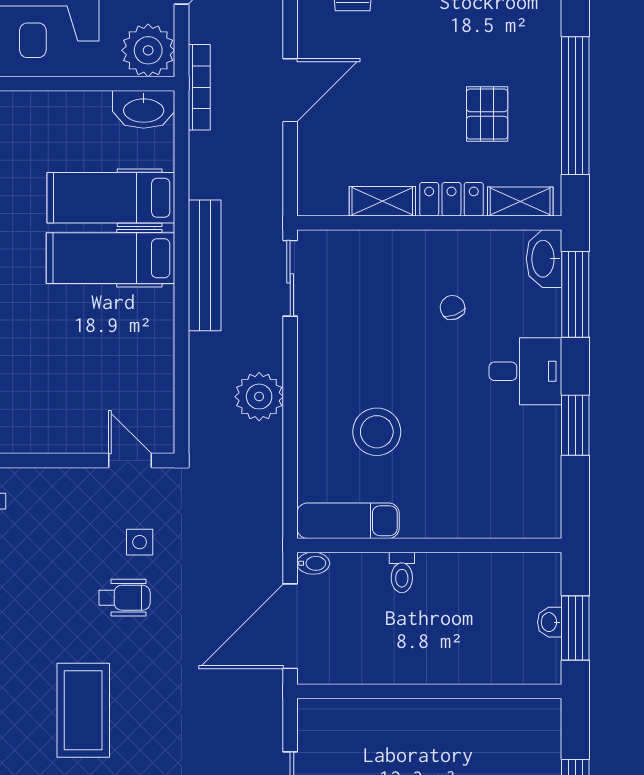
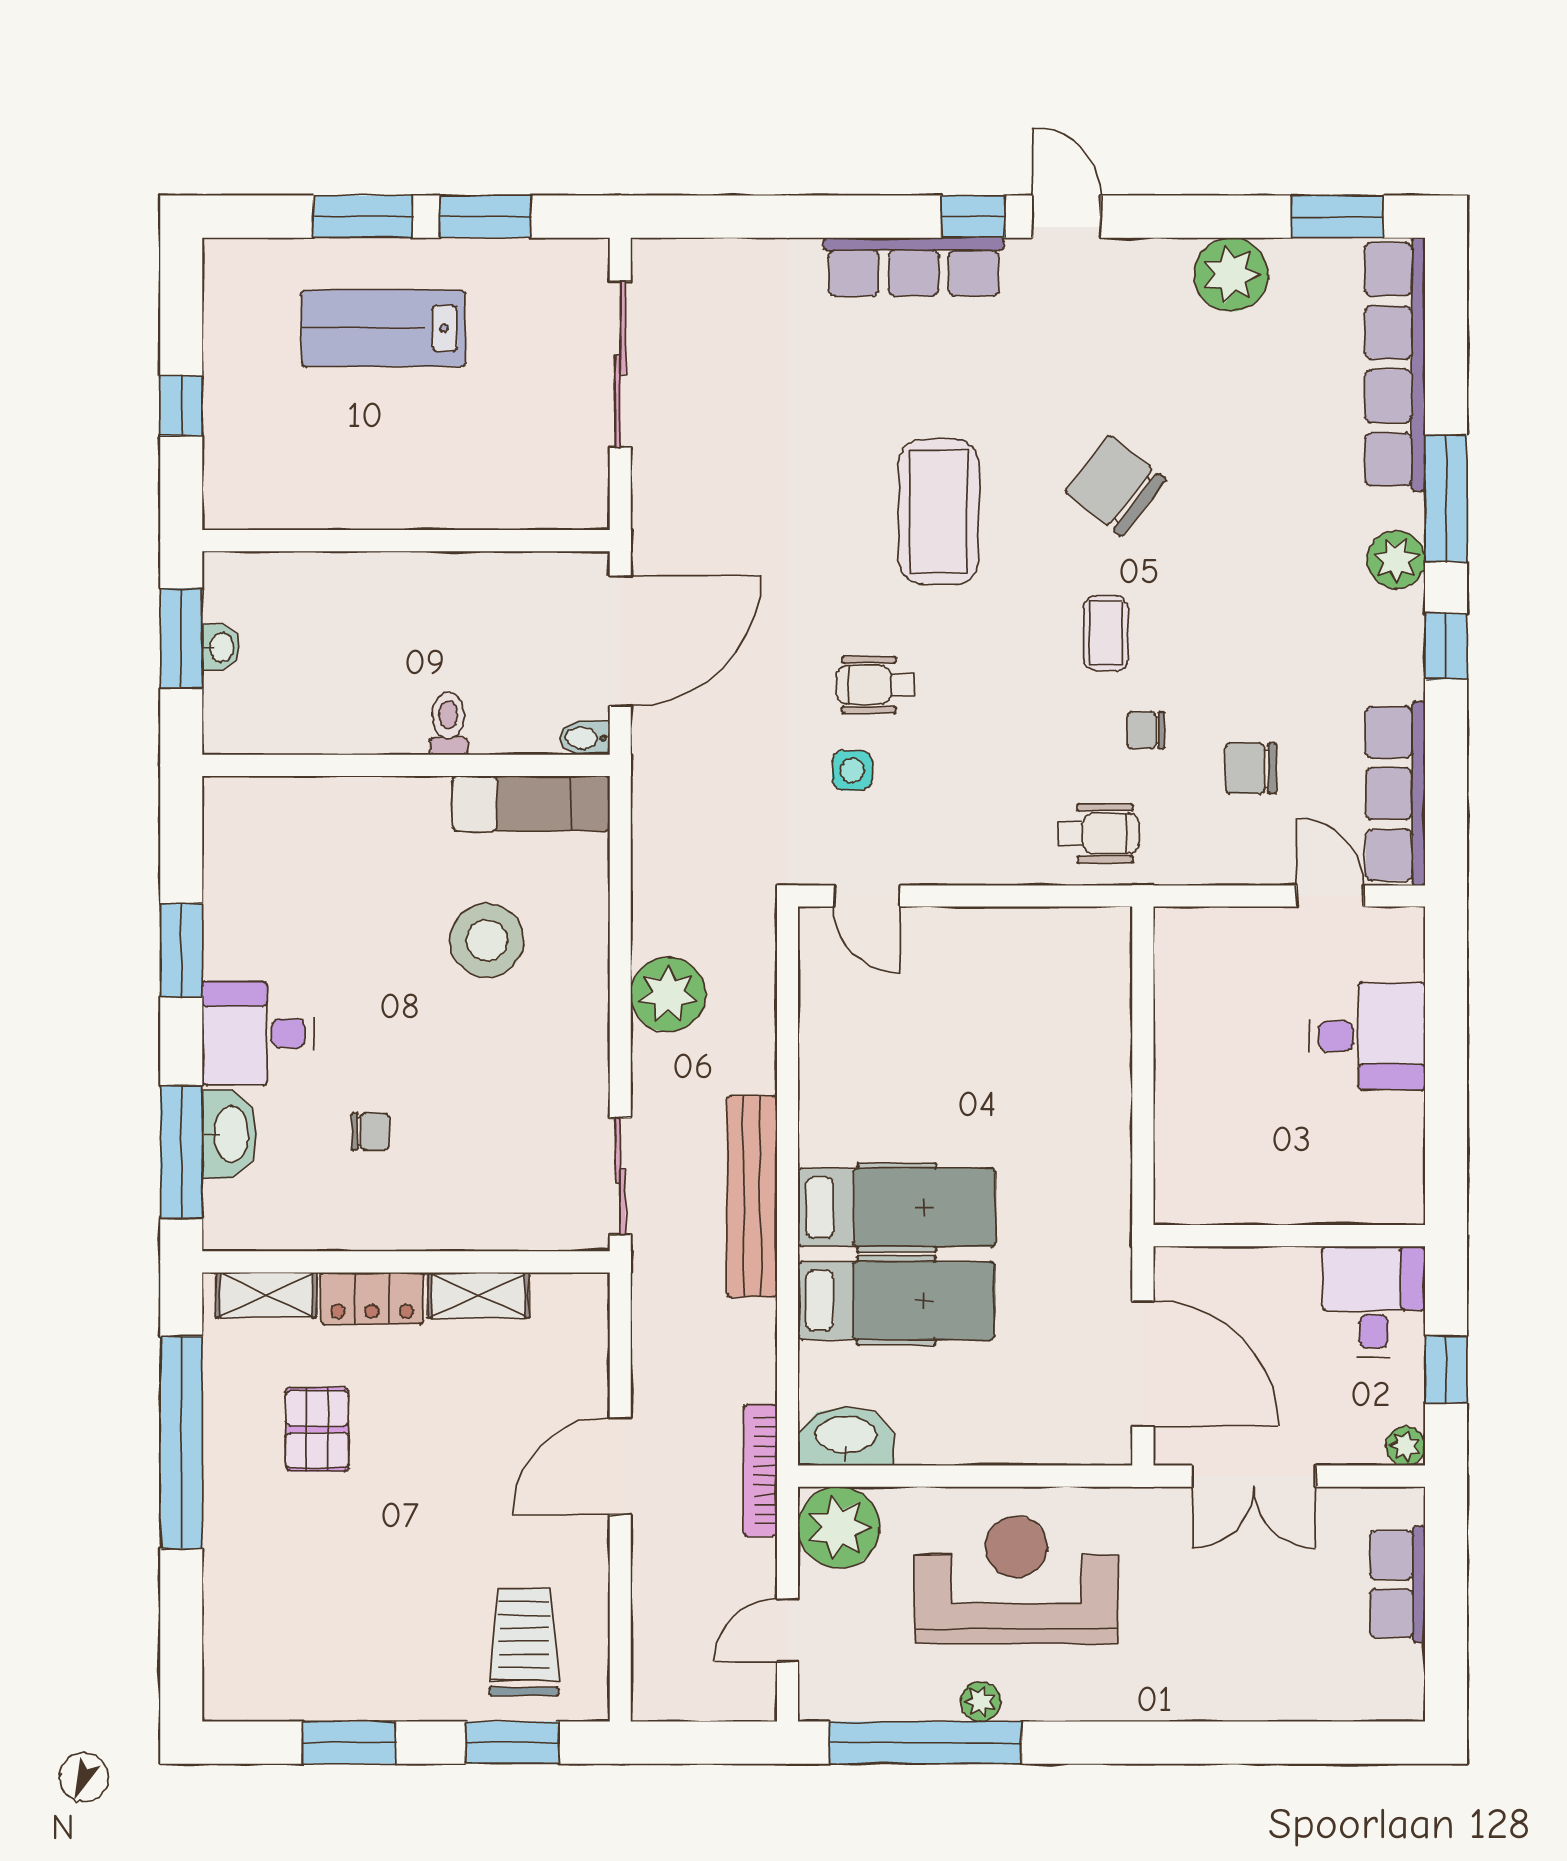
washbasin: (544, 259) -> (229, 1134), moved
chair: (452, 308) -> (370, 1131), turned -70

